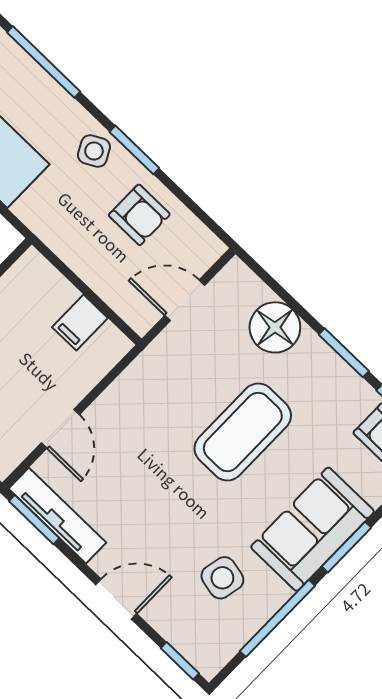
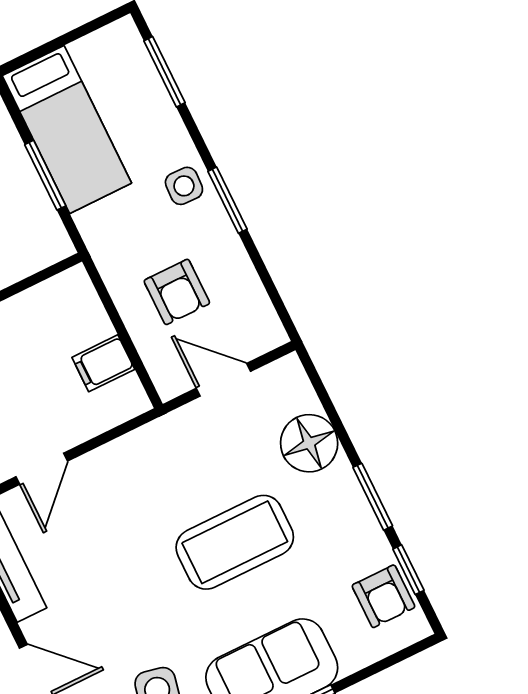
window: (44, 62) -> (165, 72), width x0.69
side table: (94, 151) -> (184, 186), turned 30
armchair: (139, 215) -> (177, 292), moved

